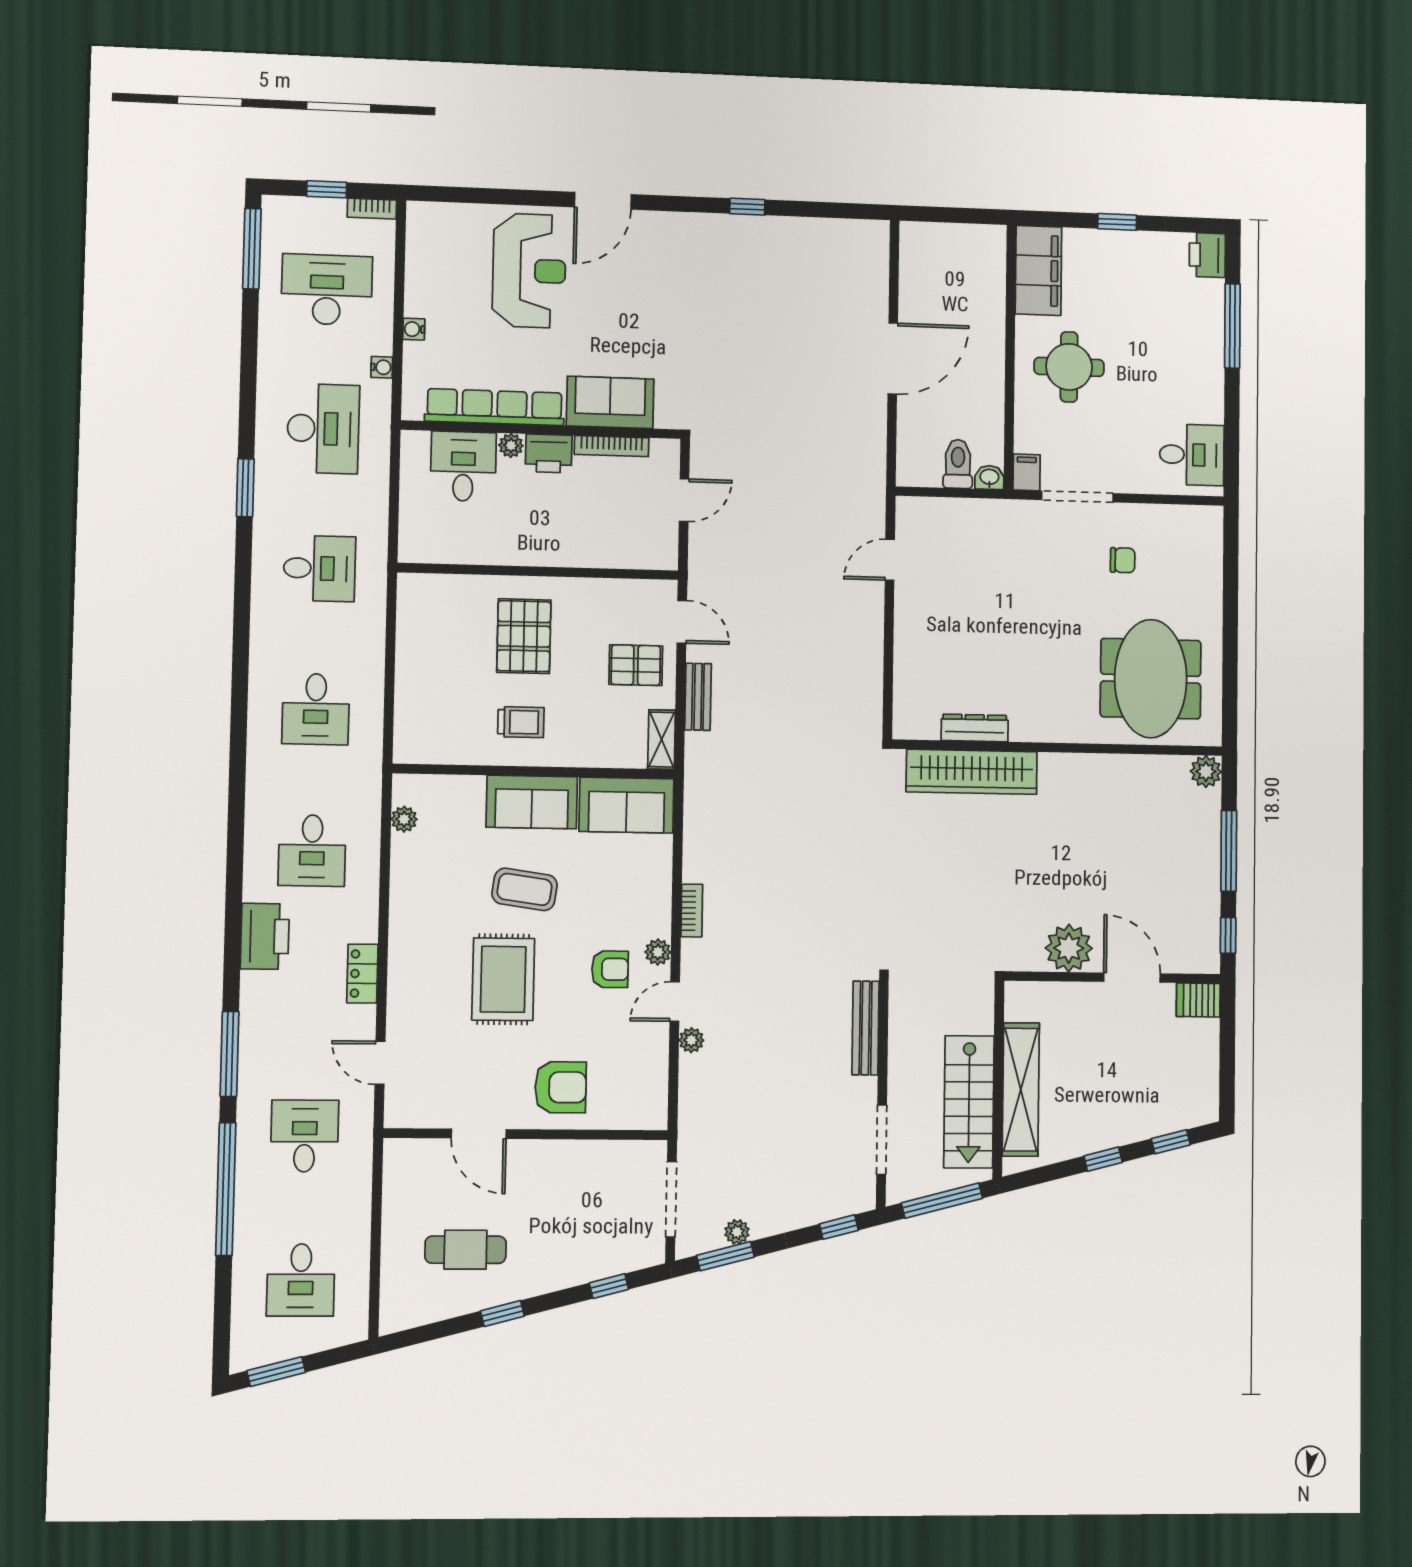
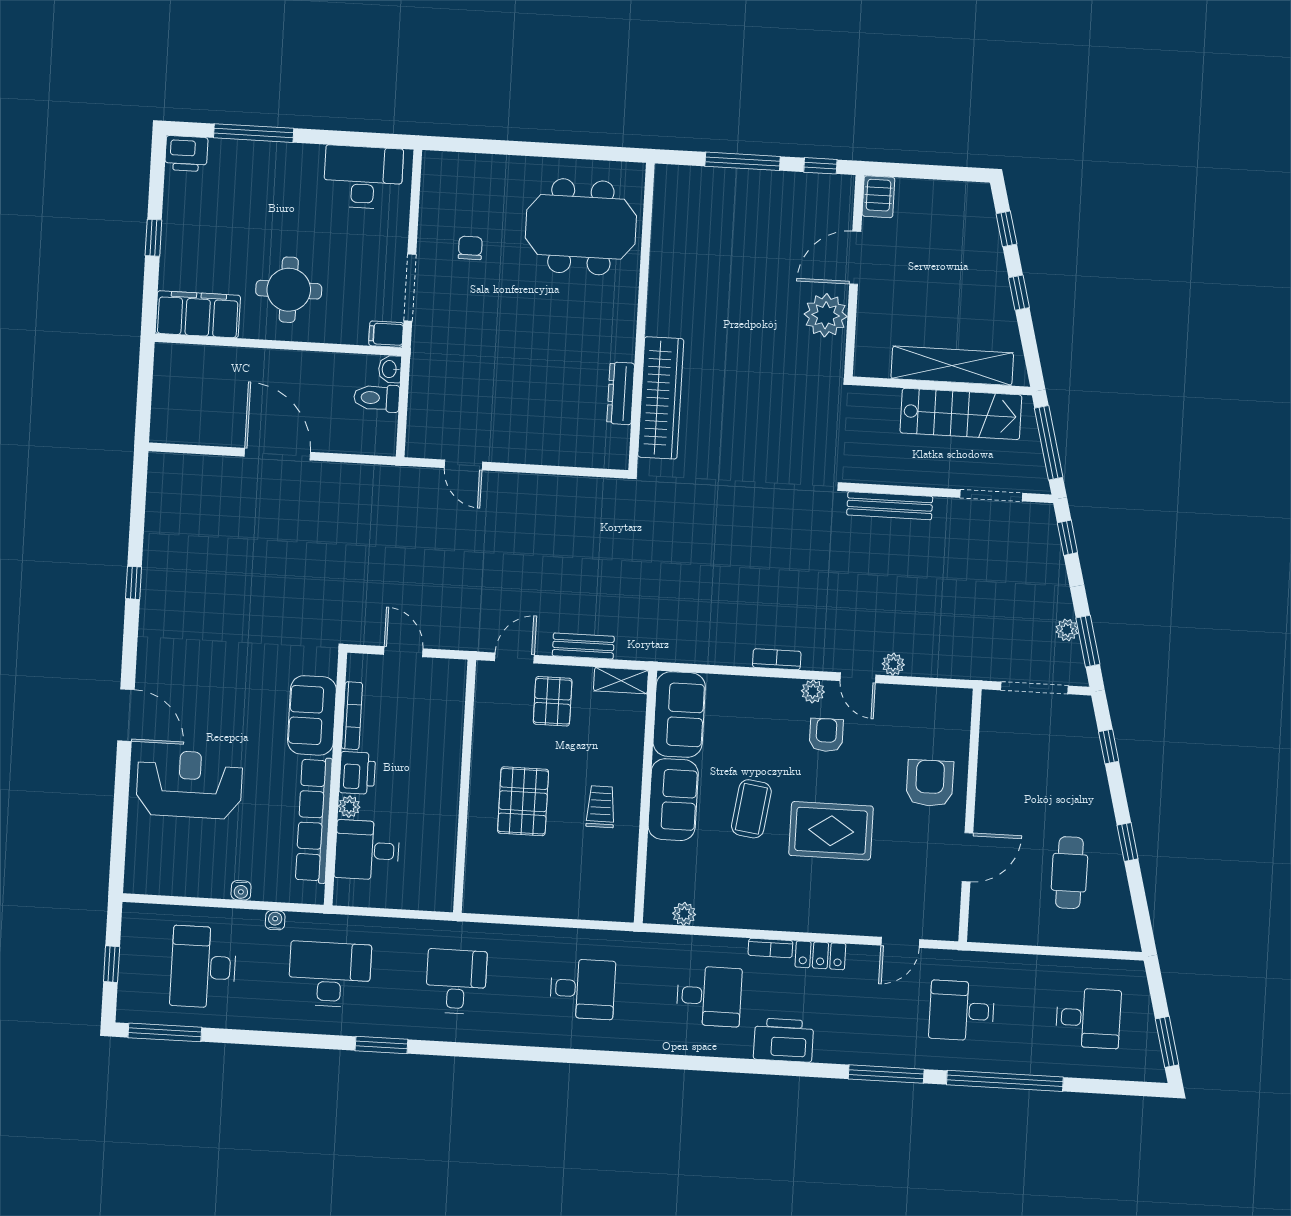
bookcase: (372, 209) -> (770, 948), moved, turned 90
desk: (1192, 455) -> (363, 177), width x1.37
pallet: (524, 636) -> (523, 801), turned 90
plant: (1206, 772) -> (669, 179), removed

